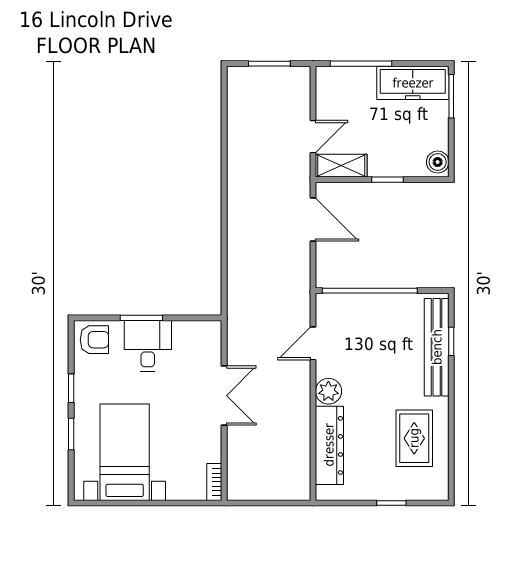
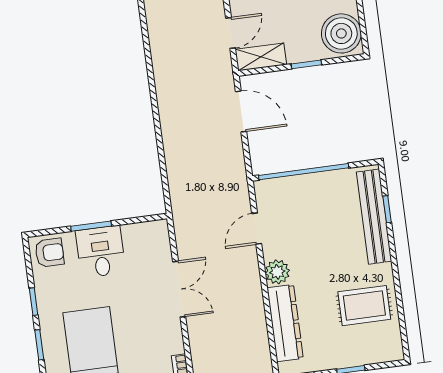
boiler: (438, 162) -> (341, 33), width x1.86, depth x1.86
rug: (414, 438) -> (364, 306), turned 90

